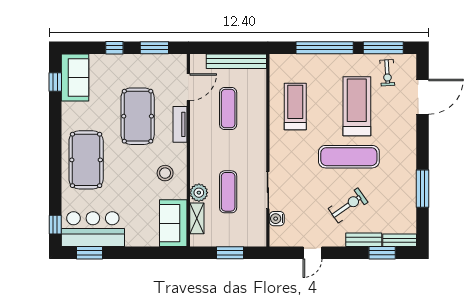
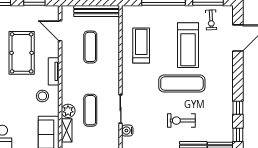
door: (188, 87) -> (60, 31), swing flipped
treadmill: (357, 106) -> (188, 45), turned 180
tv unit: (180, 124) -> (54, 71), moved
window: (423, 189) -> (238, 108), width x0.46
exercise bike: (348, 205) -> (181, 121), turned -145
window: (423, 224) -> (238, 135), added

